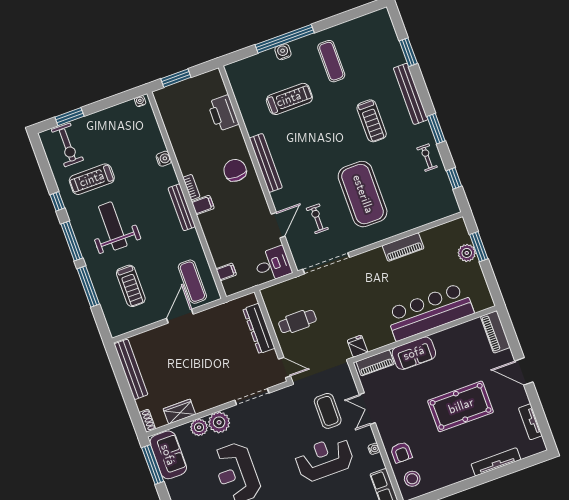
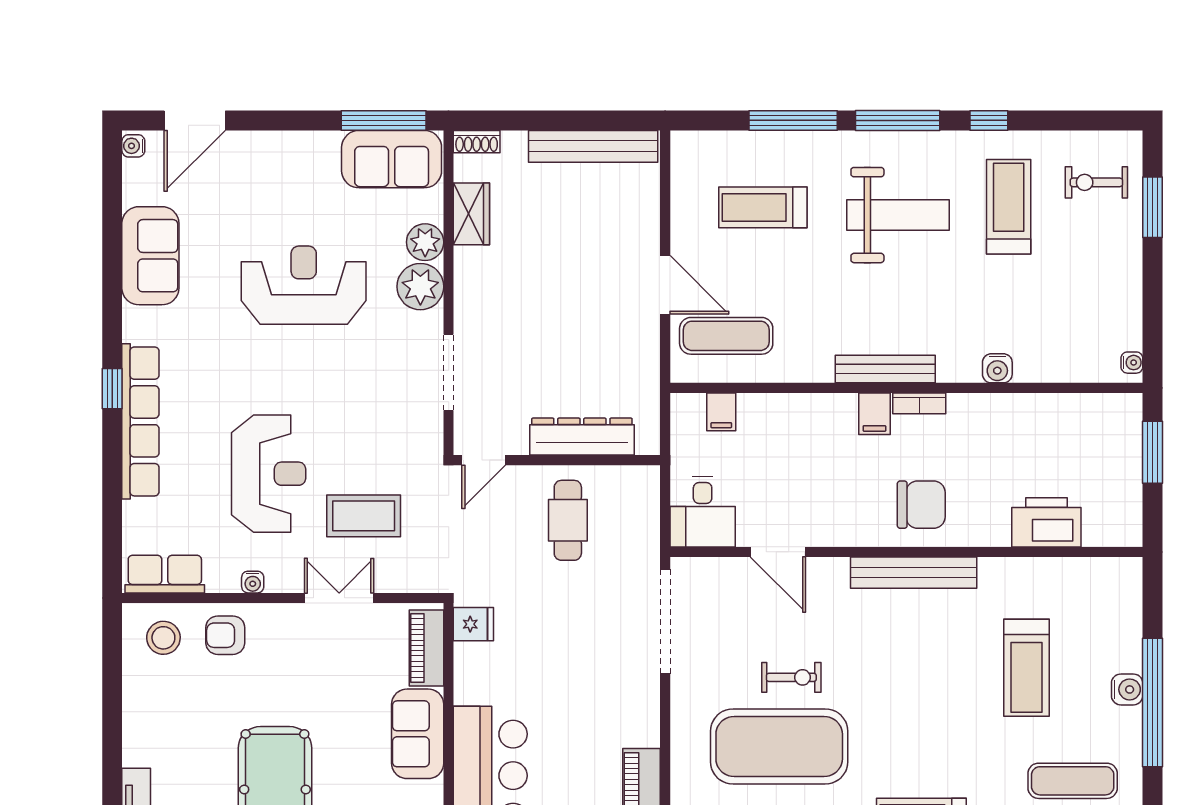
exercise bike: (67, 145) -> (1096, 182), width x0.73, depth x0.72
exercise bike: (317, 219) -> (791, 677), moved

